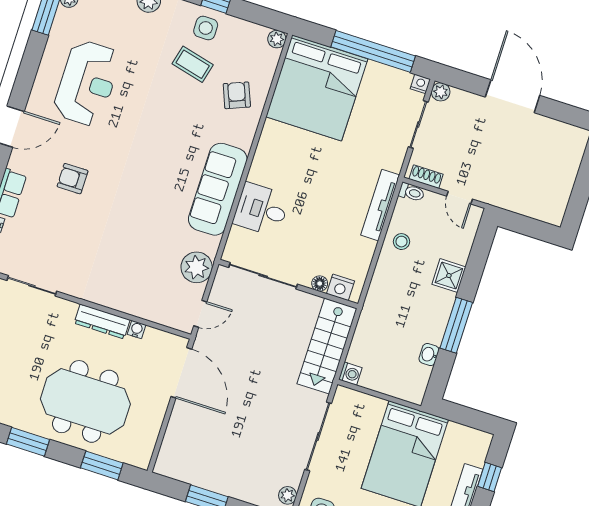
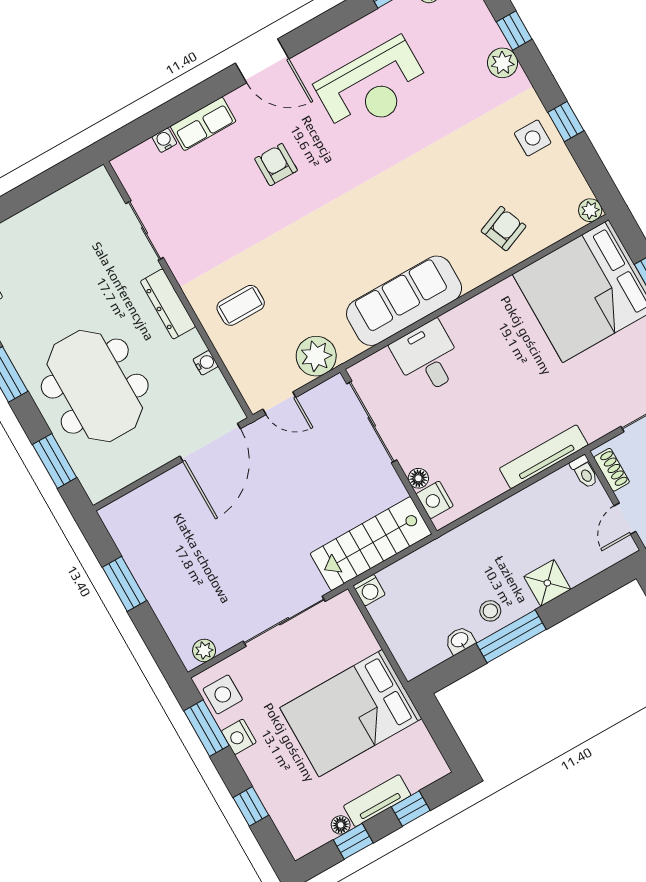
coffee table: (193, 64) -> (241, 305), moved, turned 76
stool: (401, 242) -> (490, 611), moved
dresser: (102, 321) -> (168, 304), moved

